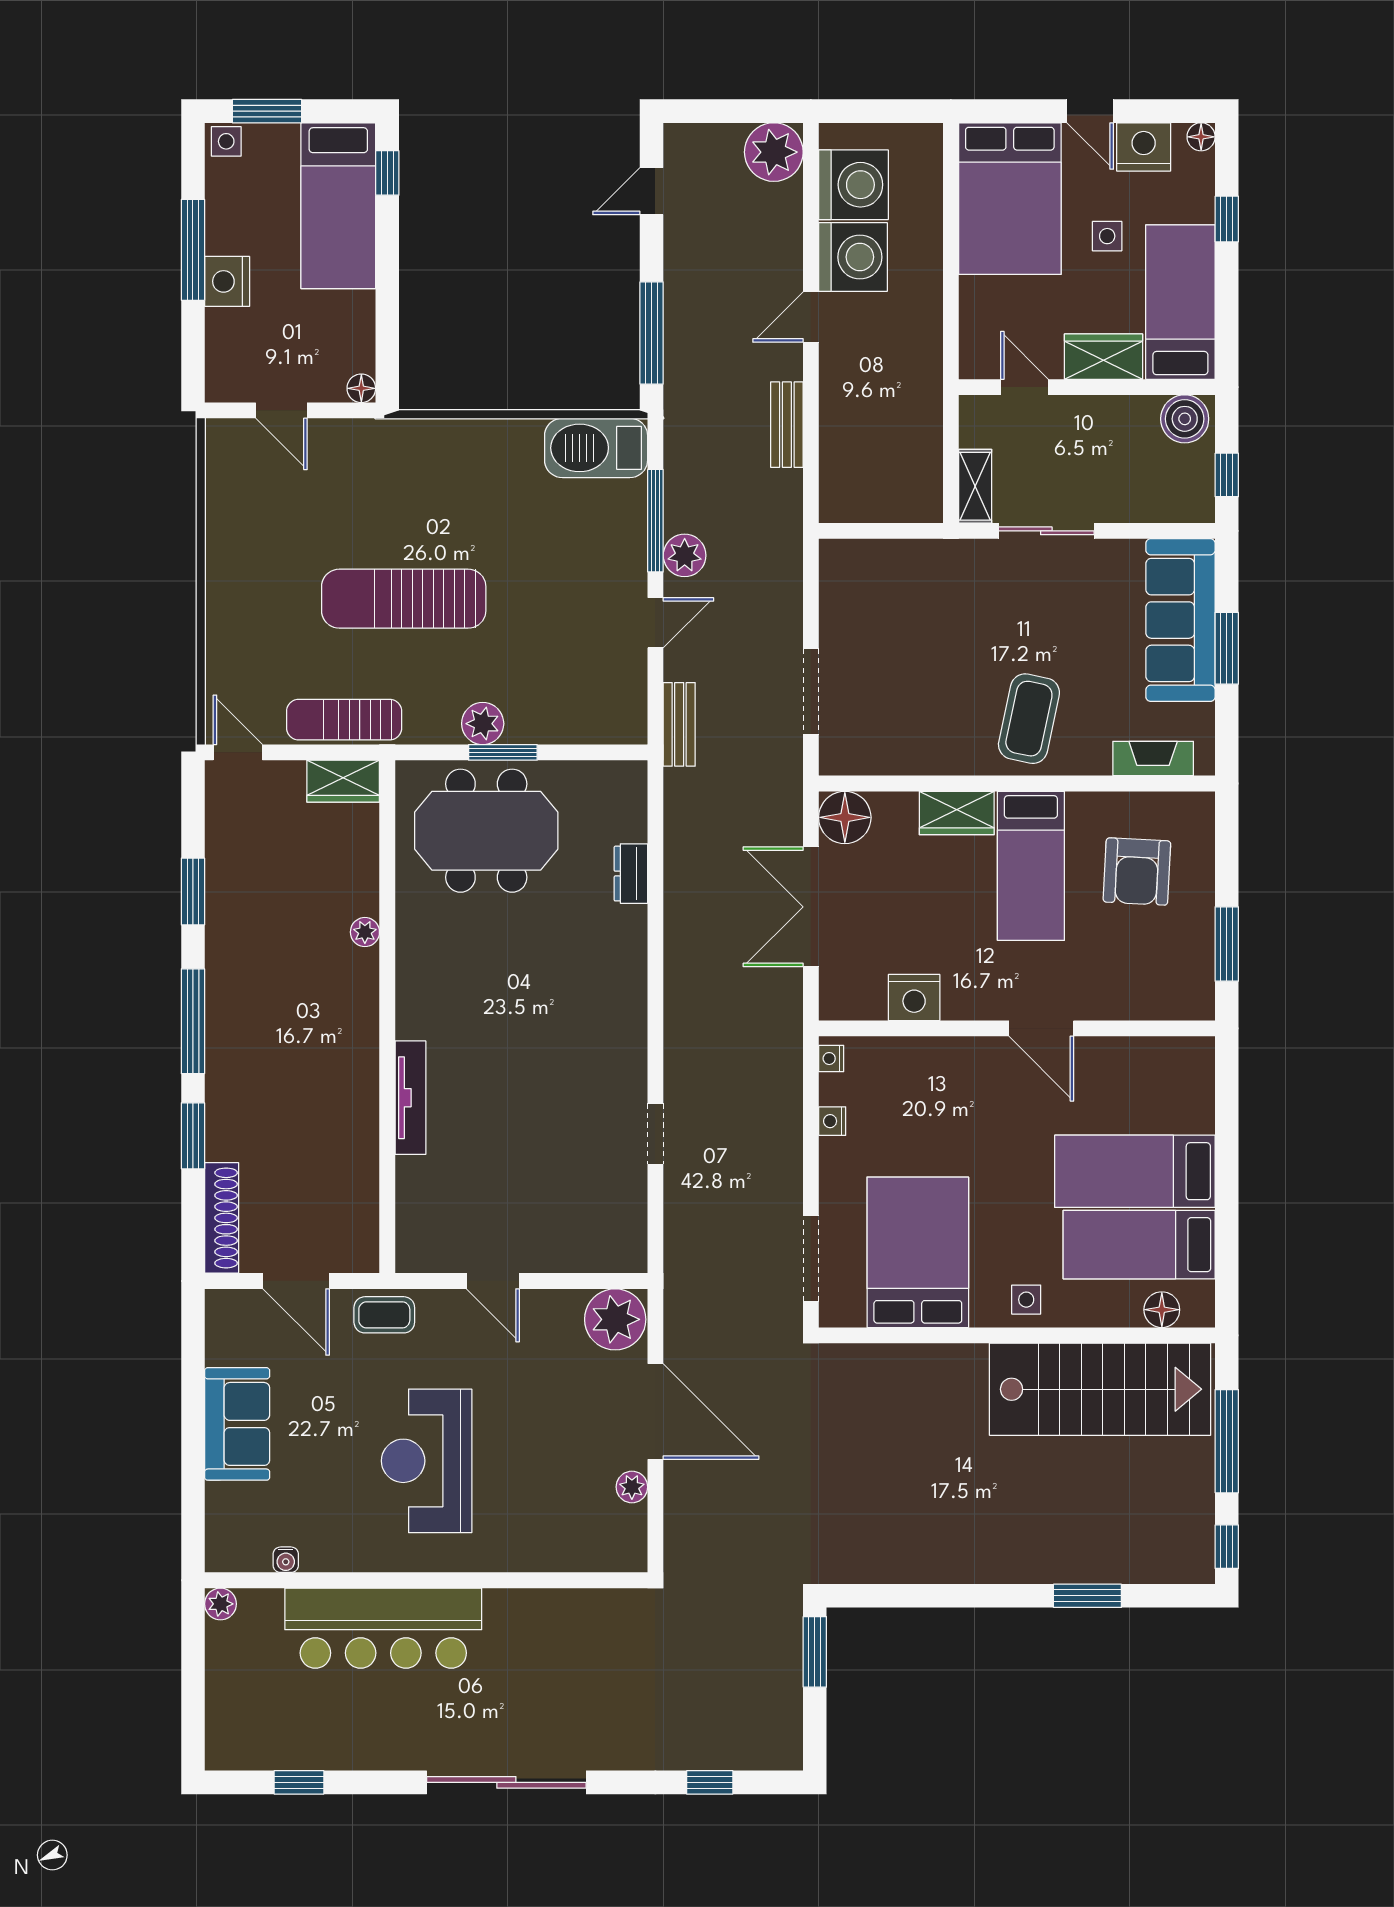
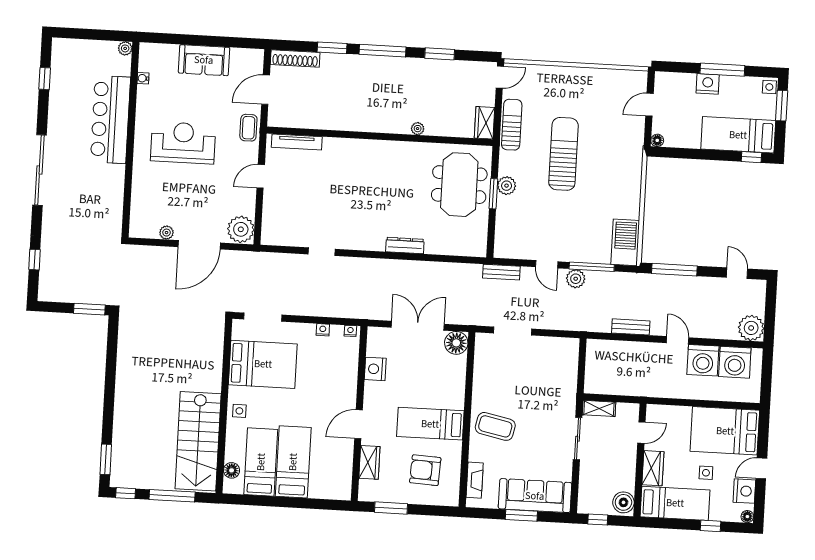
wardrobe: (957, 813) -> (369, 462), moved, turned 180
dresser: (631, 874) -> (405, 245), moved, width x1.44
tv unit: (410, 1098) -> (297, 142), moved
window: (1087, 1596) -> (106, 459), moved

